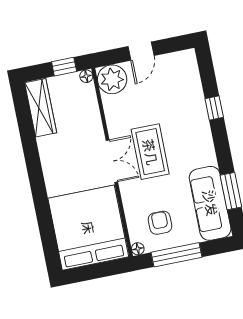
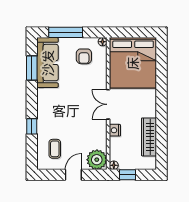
wardrobe: (41, 108) -> (149, 137), moved
nightstand: (95, 126) -> (115, 130), added
coffee table: (150, 152) -> (55, 149), moved, width x0.54, depth x0.58
window: (176, 255) -> (66, 32), moved

